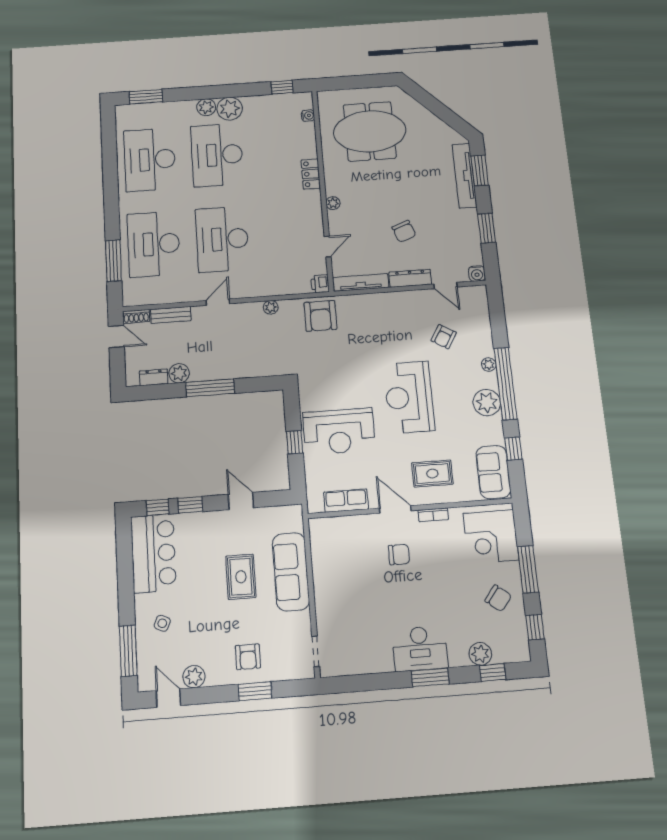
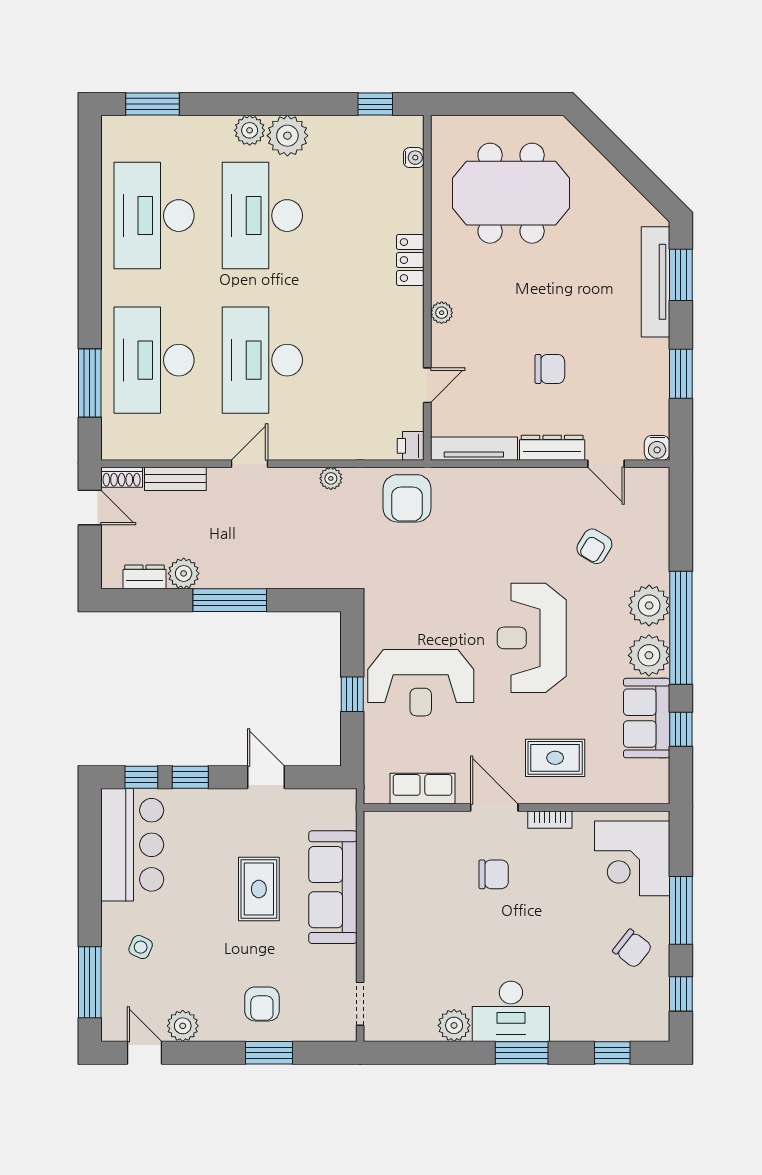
chair: (404, 231) -> (550, 369), turned -70
plant: (489, 364) -> (649, 605), width x1.88, depth x1.88
sofa: (493, 472) -> (647, 718), moved
plant: (480, 654) -> (454, 1025), moved

